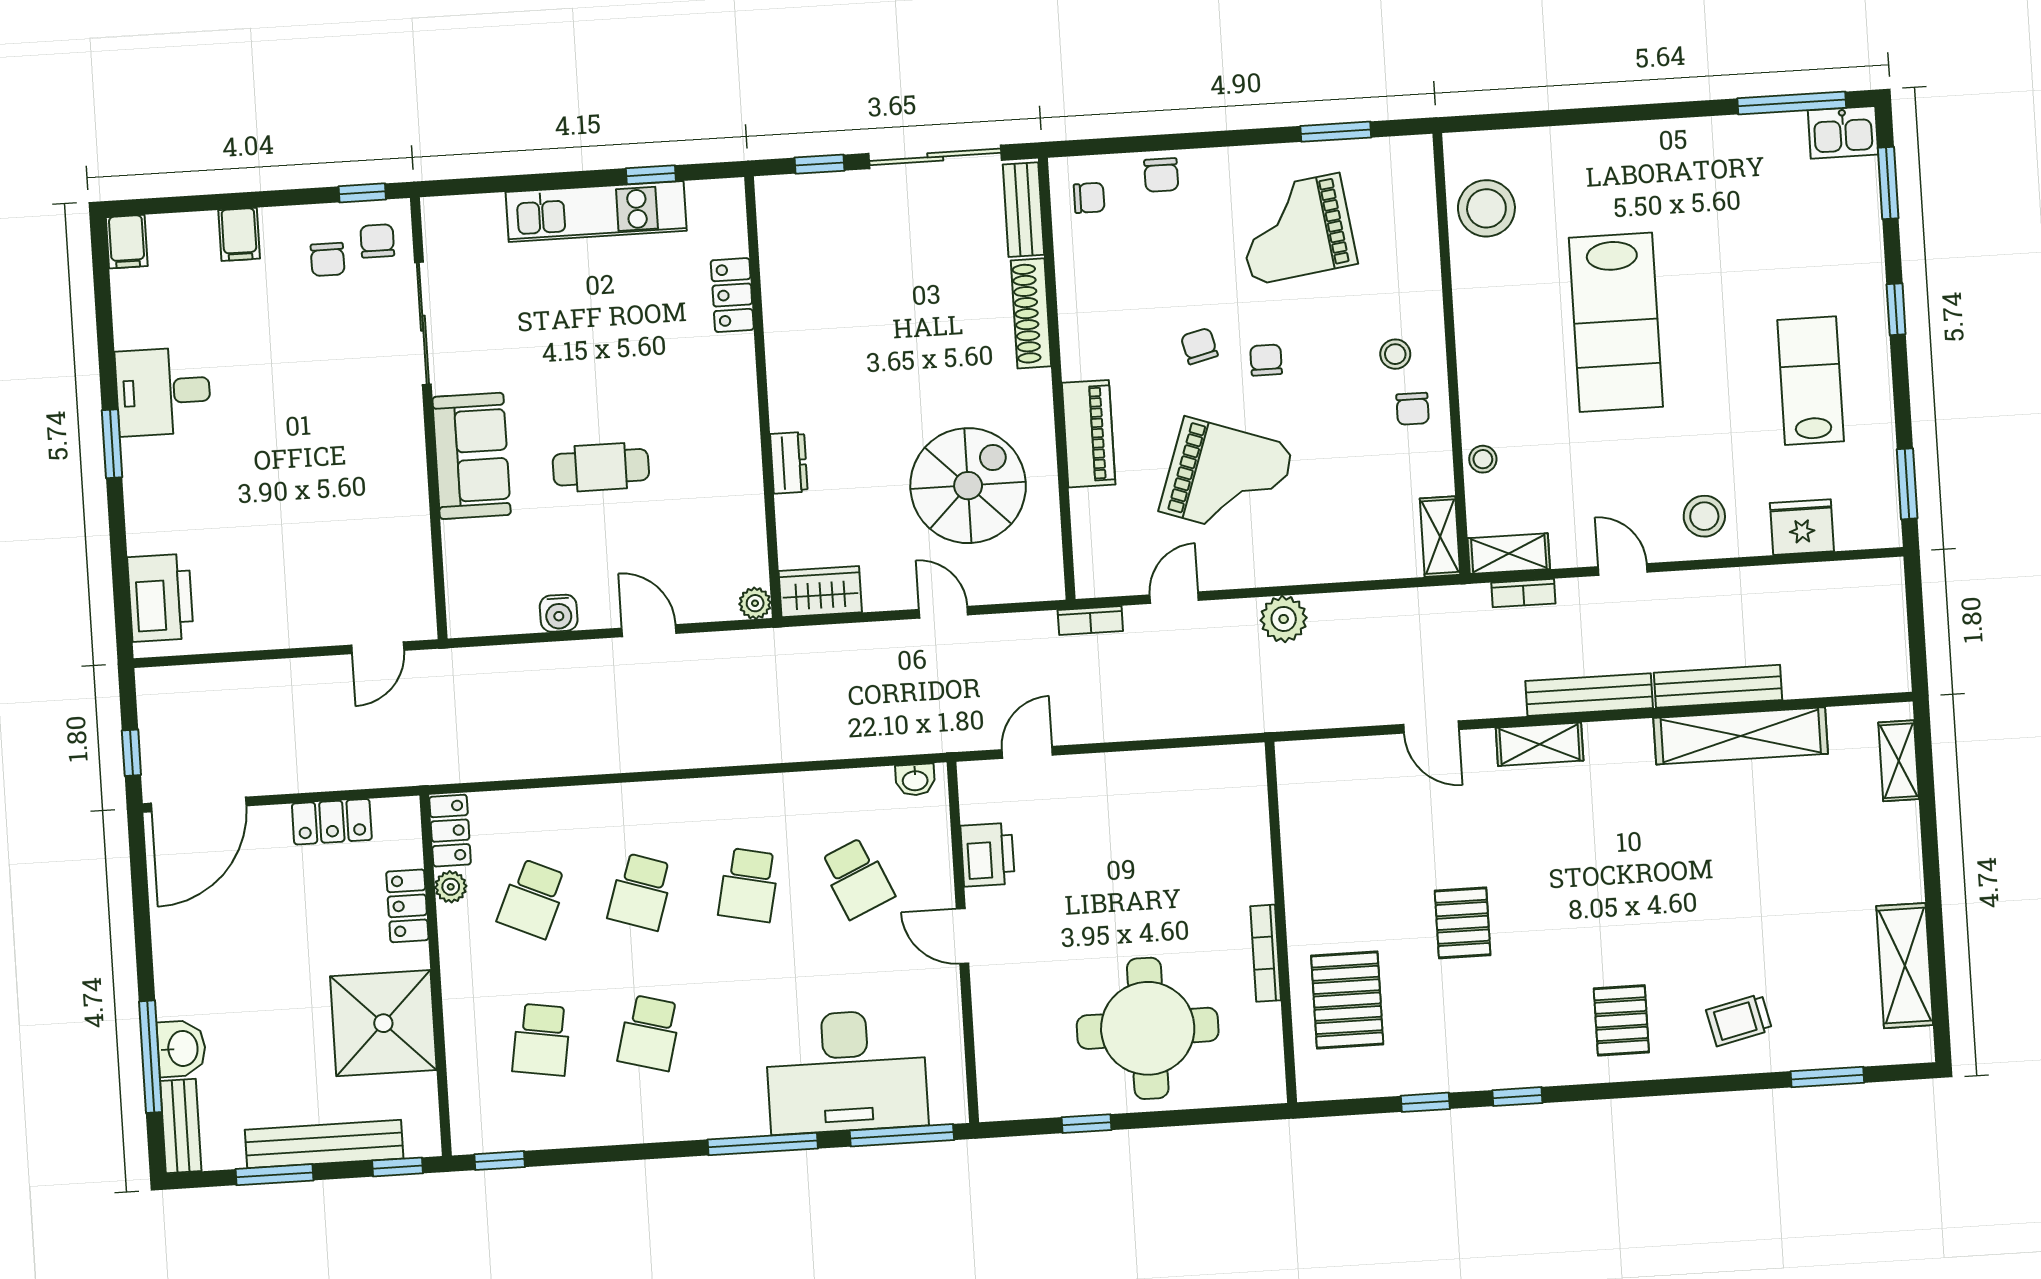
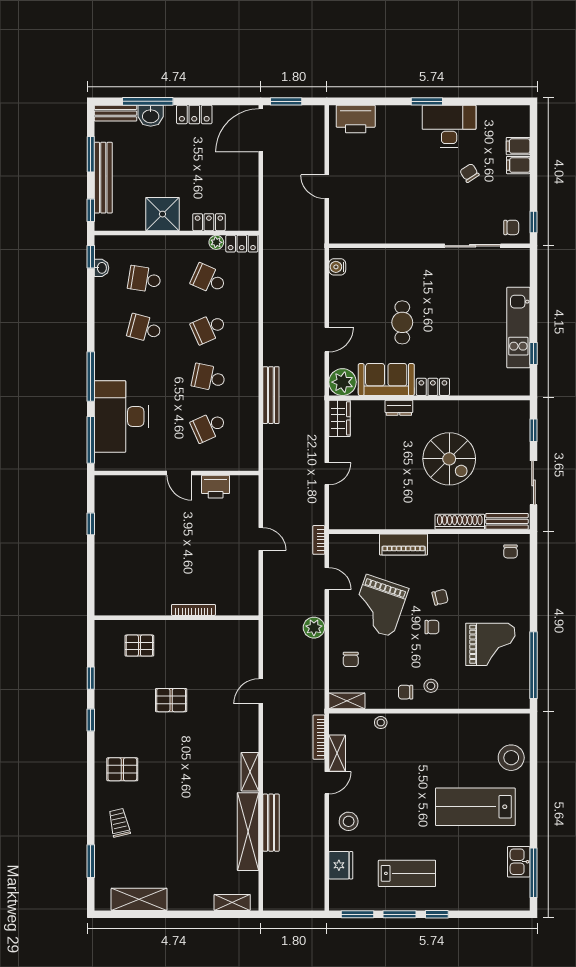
window: (1336, 132) -> (533, 665), width x2.11
kitchen sink: (1843, 132) -> (519, 862), moved
sliding door: (935, 157) -> (533, 483), width x0.73
chair: (1161, 175) -> (351, 659), moved, turned -90
window: (1888, 183) -> (400, 914), moved
stool: (1486, 208) -> (511, 758), moved
grand piano: (1296, 229) -> (490, 644), turned 98
filing cabinet: (127, 242) -> (518, 146), moved
chair: (328, 259) -> (469, 173), moved, turned 57
locker: (732, 295) -> (433, 387), moved
lab bench: (1616, 322) -> (475, 807), moved
desk: (163, 392) -> (449, 126), width x1.37
sofa: (472, 456) -> (386, 380), moved, turned 180
spiral stairs: (968, 486) -> (449, 459), moved
shelving: (1509, 554) -> (337, 753), moved
bookcase: (1523, 593) -> (319, 737), width x1.56
plant: (755, 603) -> (343, 382), width x1.88, depth x1.88
water cooler: (559, 613) -> (337, 267), moved
door: (378, 648) -> (327, 187), moved
bench: (1589, 695) -> (271, 395), moved
shelving: (1540, 744) -> (250, 772), moved
door: (1027, 752) -> (261, 539), moved
window: (131, 753) -> (286, 101), width x1.50
washbasin: (915, 780) -> (101, 268), moved, turned 180
door: (199, 804) -> (261, 130), hinge flipped
locker: (332, 822) -> (194, 114), moved, turned -90
school desk: (641, 892) -> (209, 328), turned -42
door: (962, 936) -> (179, 473), swing flipped
bookcase: (1266, 953) -> (193, 610), moved
pallet: (1347, 1000) -> (139, 646), width x0.67, depth x0.71
shower: (383, 1023) -> (162, 214), width x0.73, depth x0.73
round table: (1148, 1028) -> (132, 554), removed

